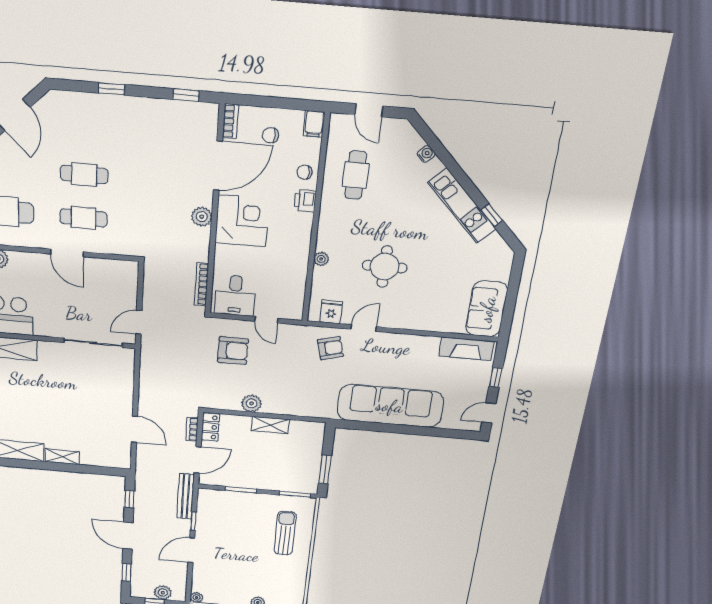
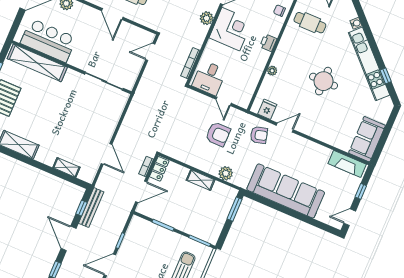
cafe table: (356, 175) -> (310, 23), turned 90
printer: (305, 201) -> (268, 43), moved
kitchen unit: (462, 206) -> (369, 64), width x1.36
round table: (385, 267) -> (324, 81), moved
door: (139, 322) -> (150, 52), moved
armchair: (233, 351) -> (218, 134), moved
plant: (252, 403) -> (226, 173), moved
shelving: (62, 457) -> (66, 167), moved
window: (325, 470) -> (235, 209), moved
bench: (186, 496) -> (91, 208), moved

